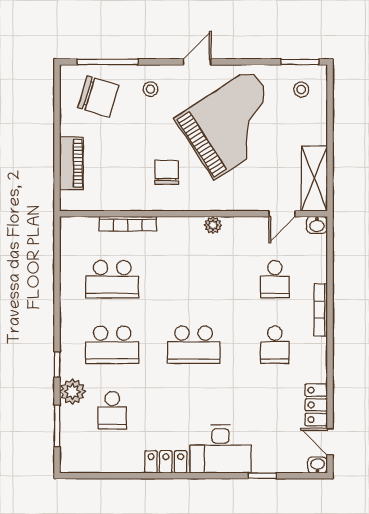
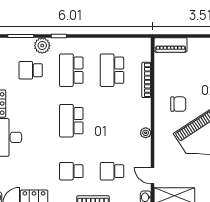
piano: (71, 163) -> (171, 45), moved

